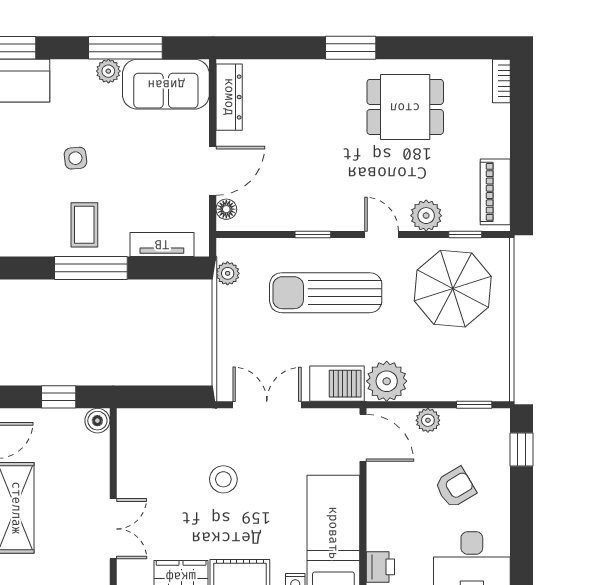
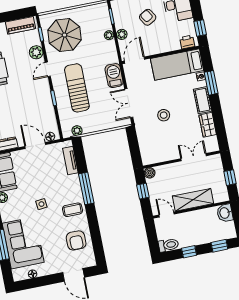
coffee table: (84, 225) -> (73, 210), moved
sun lounger: (326, 293) -> (77, 88), turned 180
plant: (387, 381) -> (109, 35), moved, width x0.53, depth x0.53

